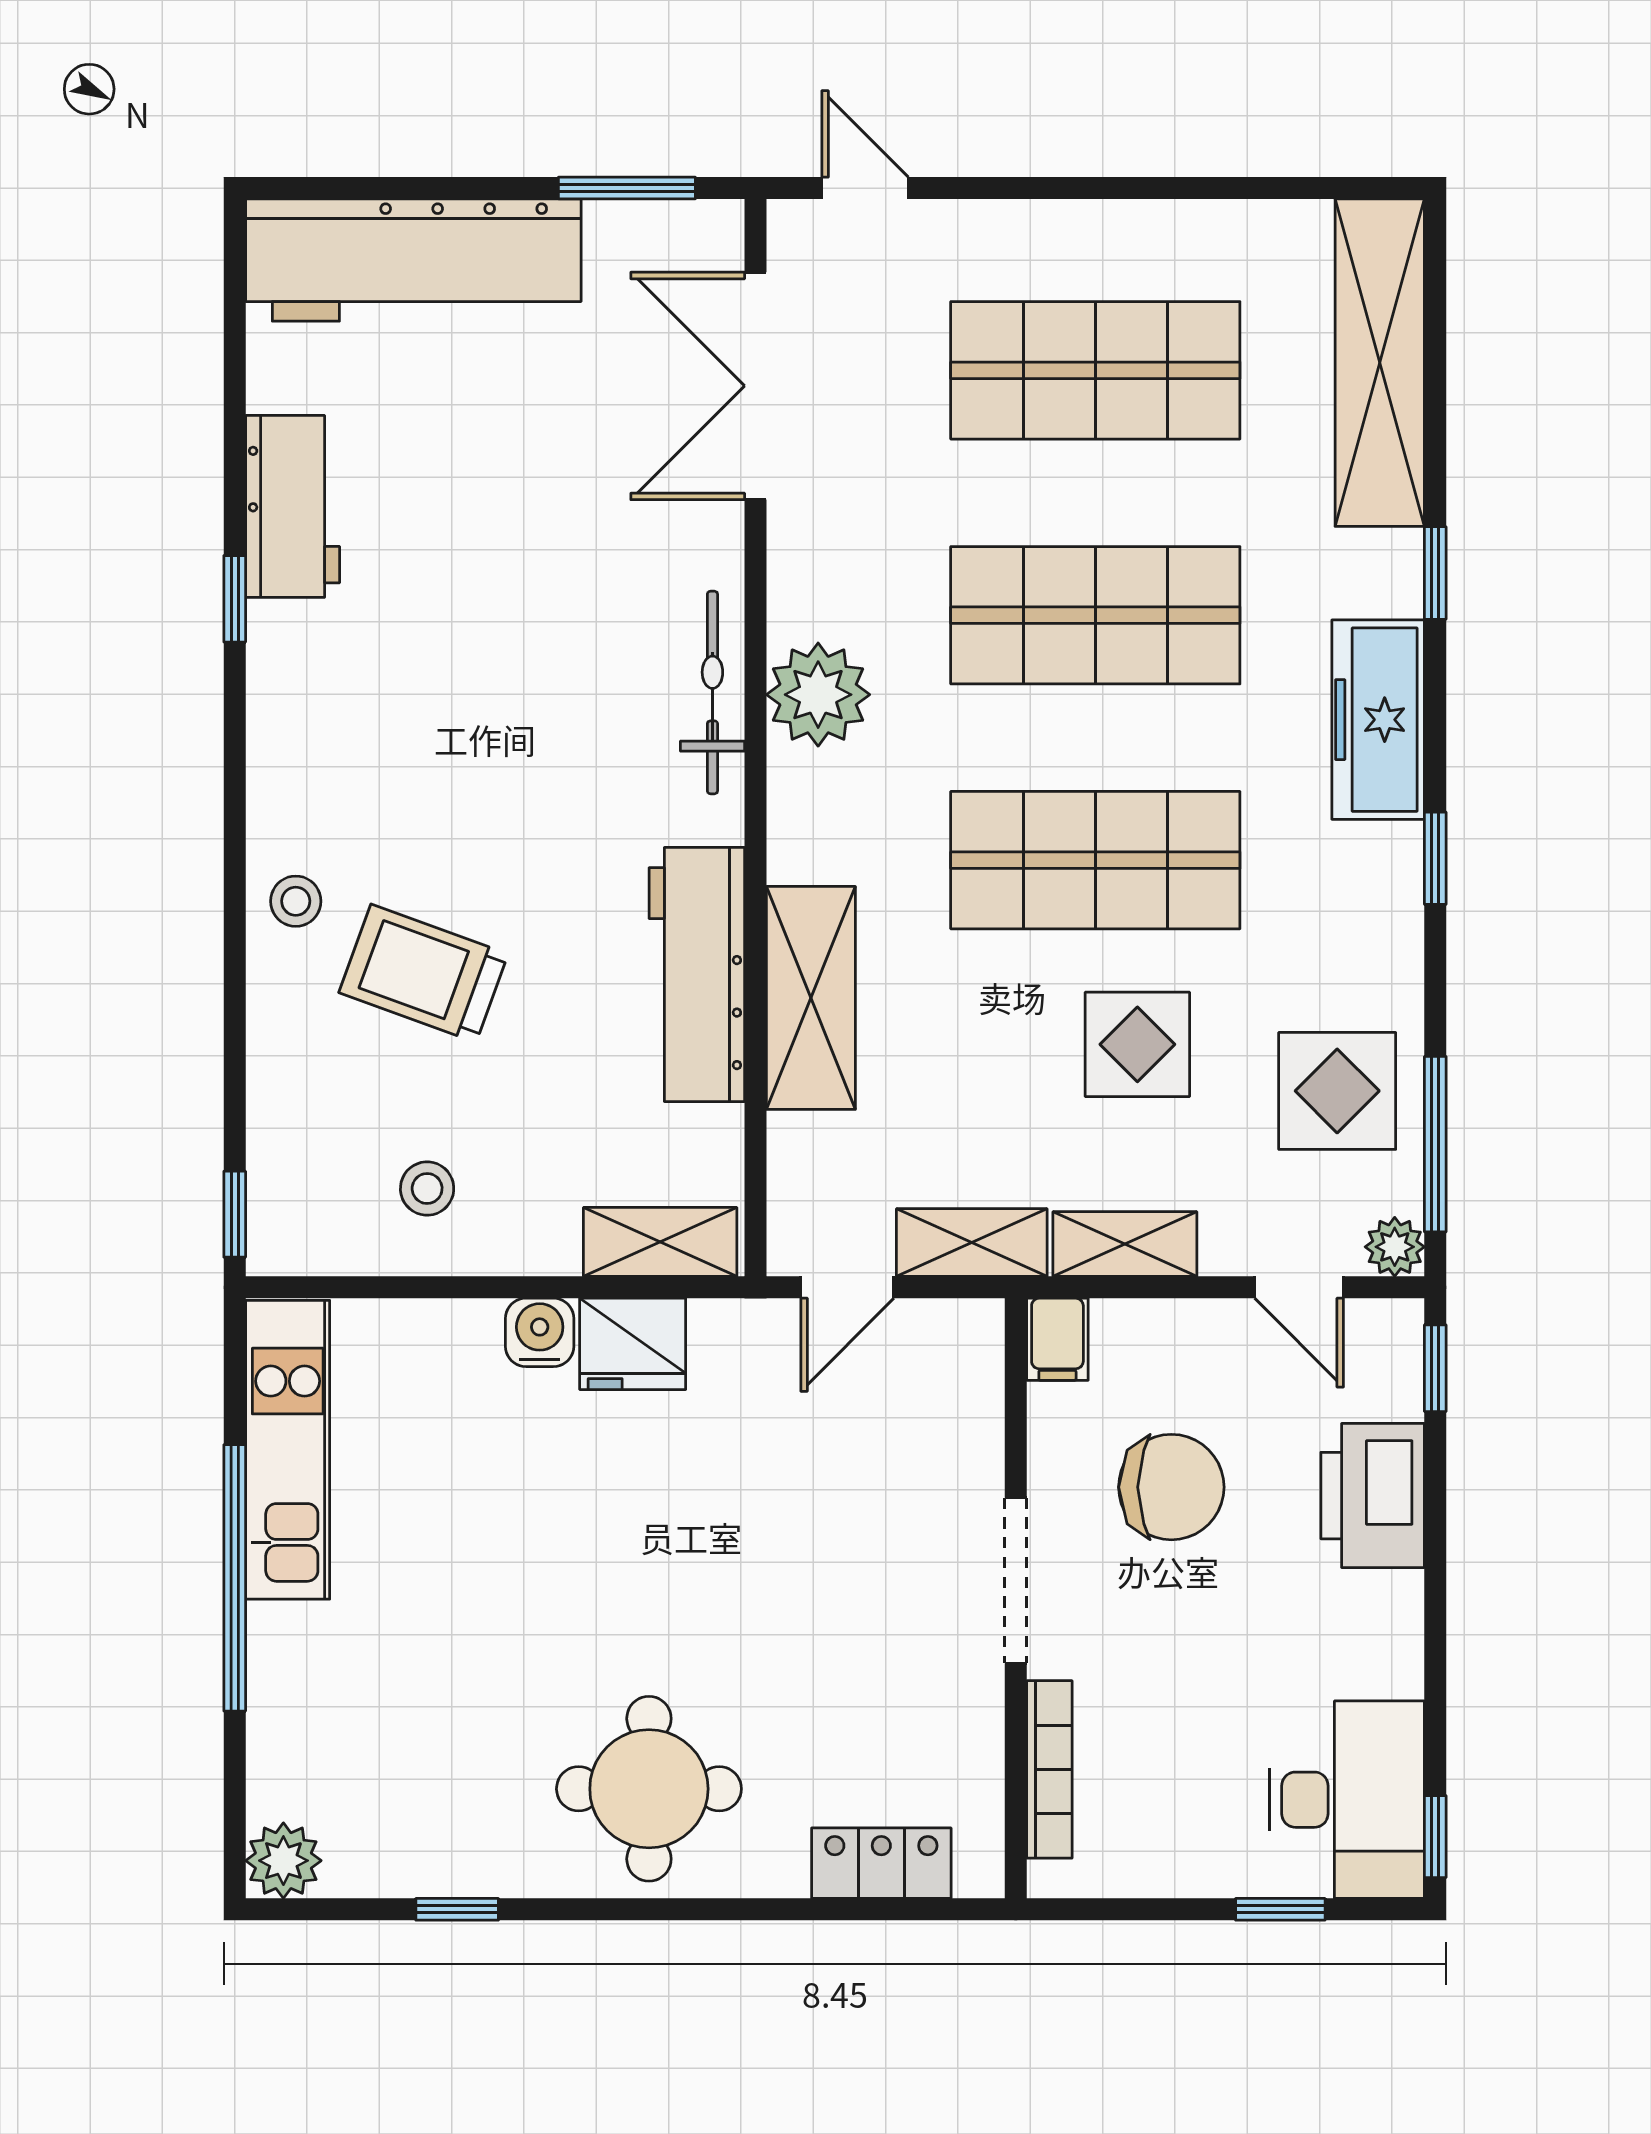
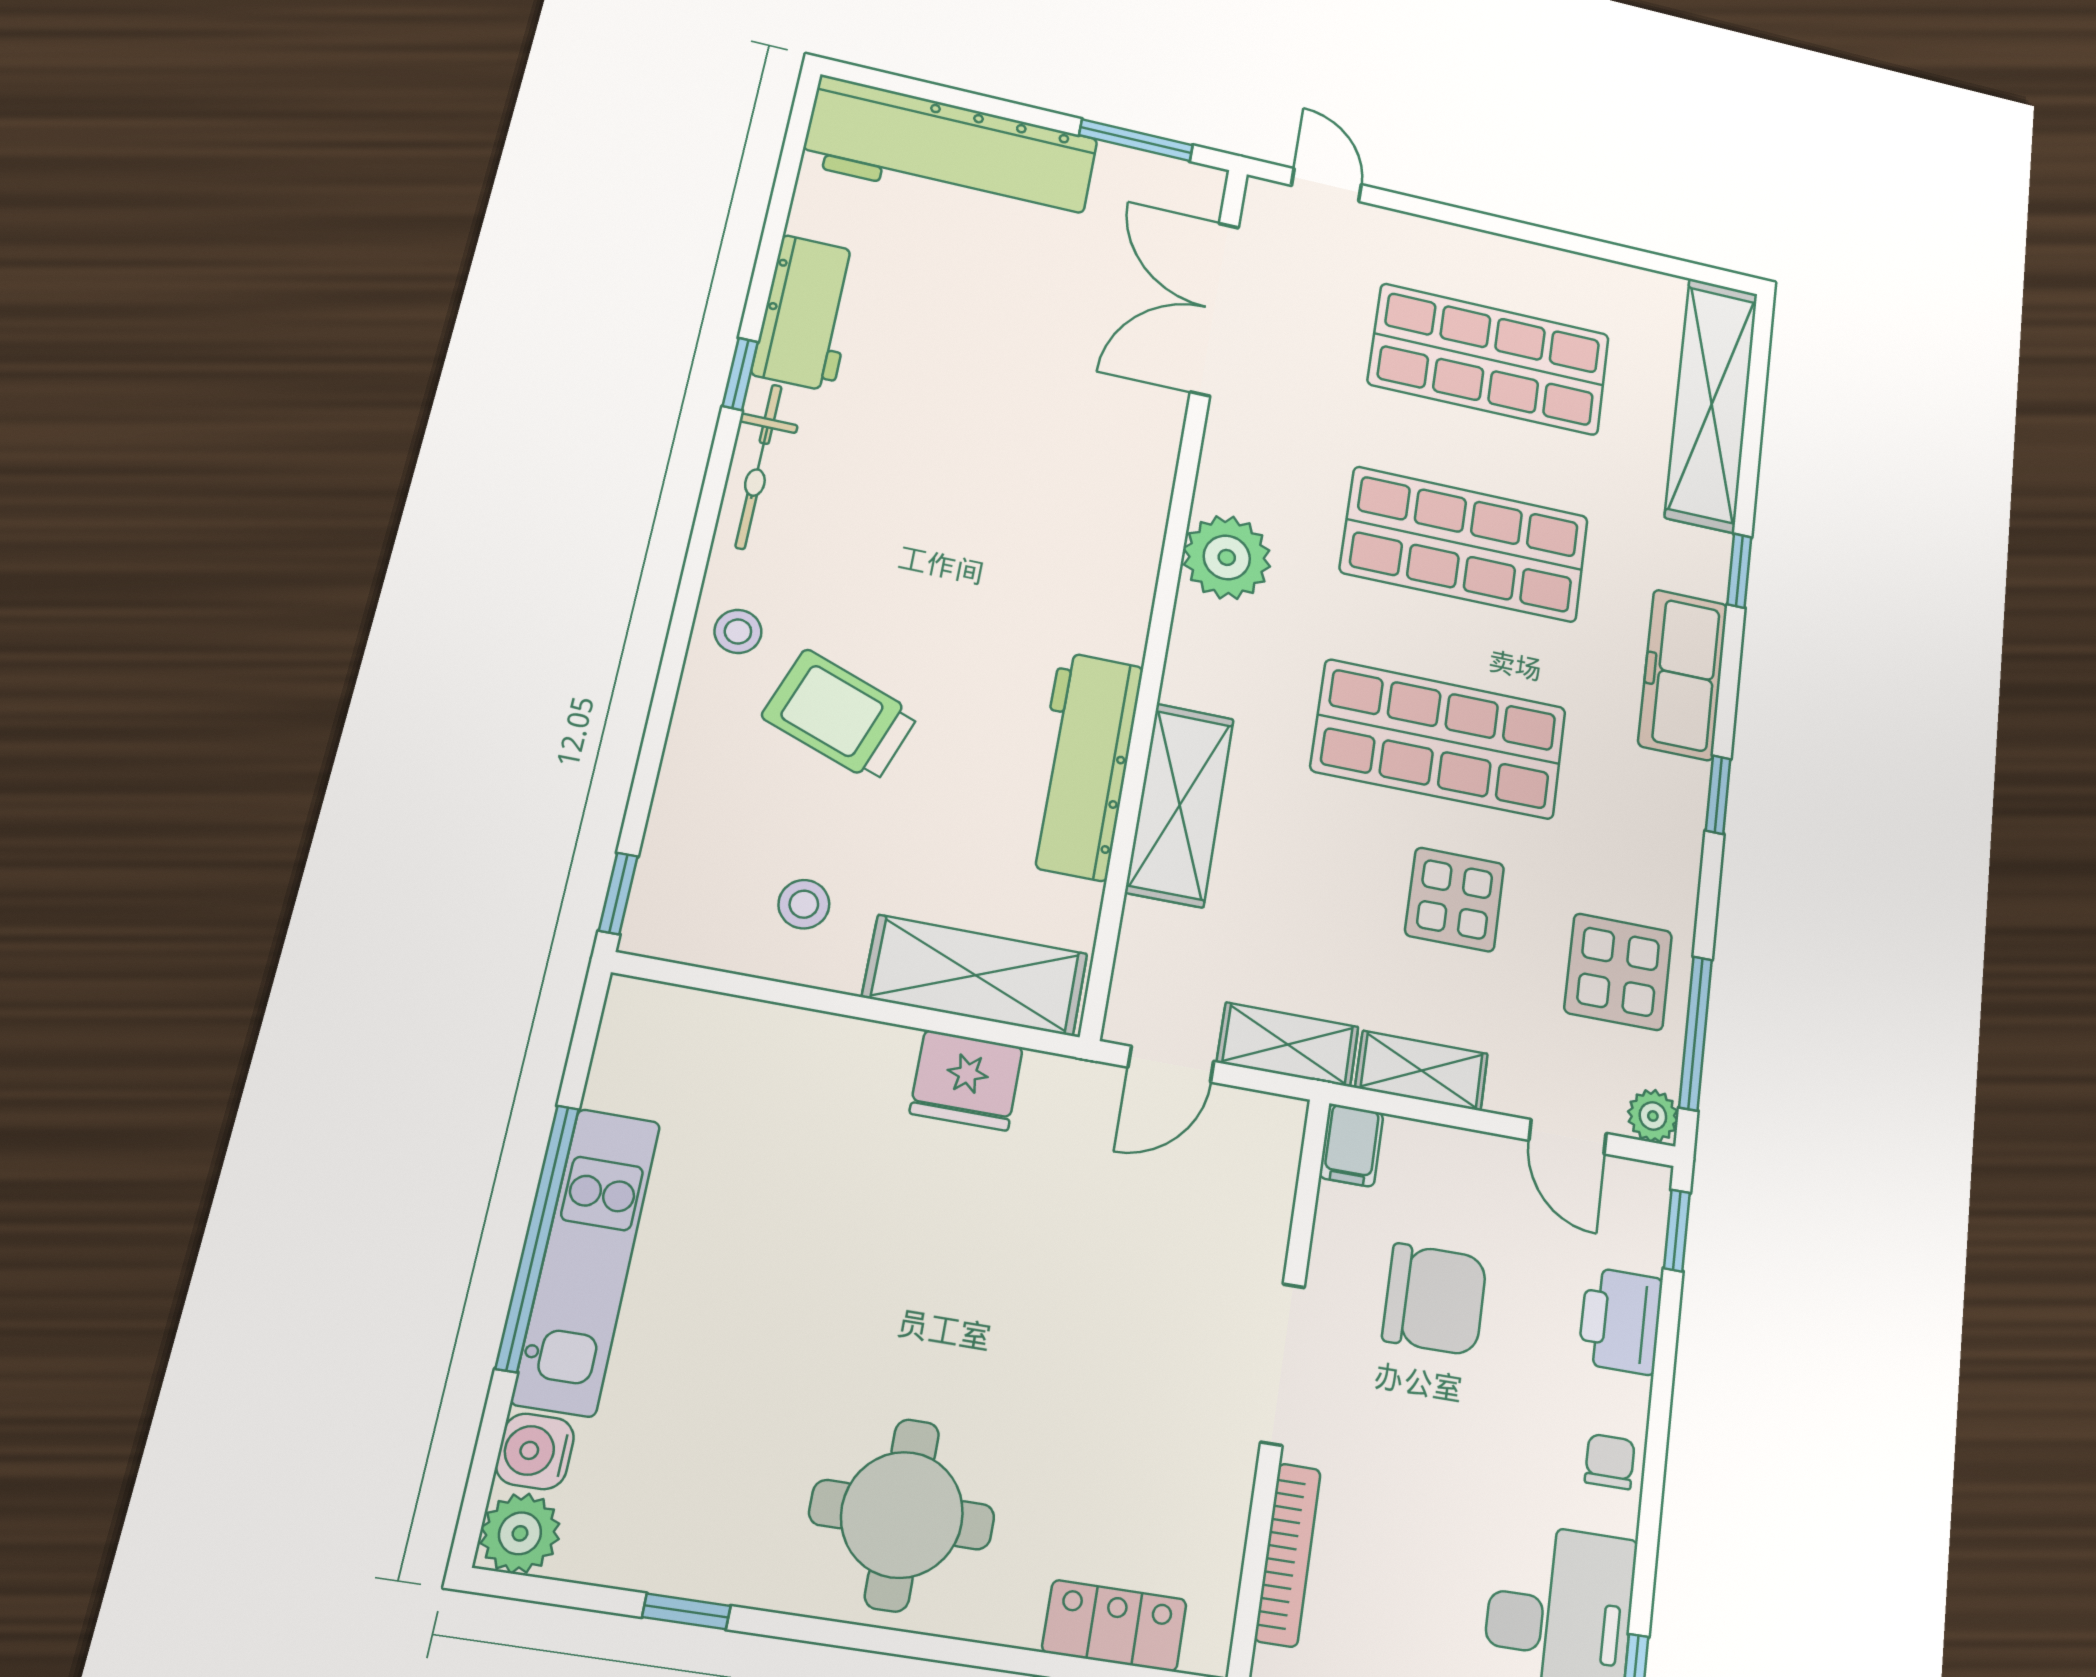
bicycle: (712, 693) -> (759, 466), moved, turned 180
shelving: (660, 1242) -> (976, 975), width x1.50, depth x1.33
water cooler: (540, 1332) -> (535, 1451), moved, turned -90
kitchen unit: (288, 1450) -> (587, 1261), moved
printer: (1373, 1496) -> (1620, 1321), width x0.73, depth x0.84
chair: (1385, 1625) -> (1610, 1461), added

